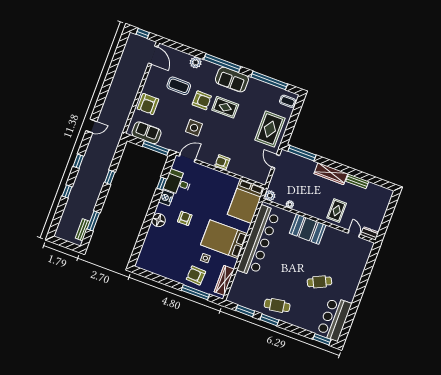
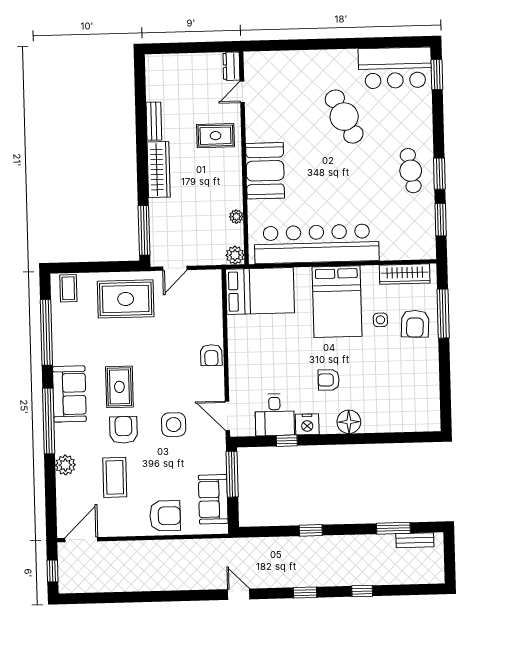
cafe table: (319, 282) -> (344, 117), width x1.37, depth x1.35

